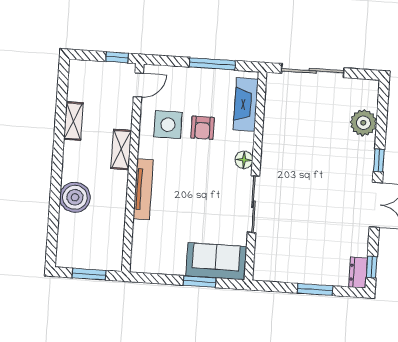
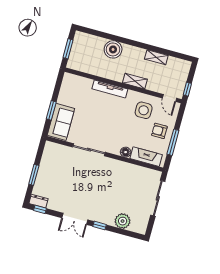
armchair: (202, 128) -> (159, 131), moved
floor lamp: (244, 160) -> (126, 152), moved

